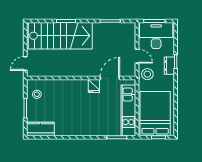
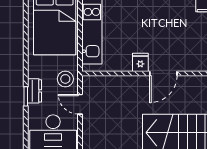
door: (110, 78) -> (163, 74), moved

